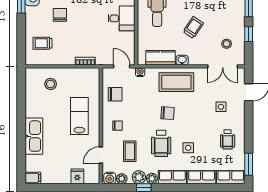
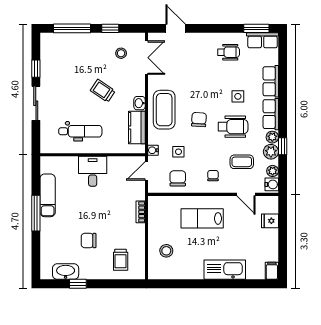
side table: (221, 107) -> (178, 152), moved
row of seats: (231, 177) -> (263, 40), moved, turned -90

